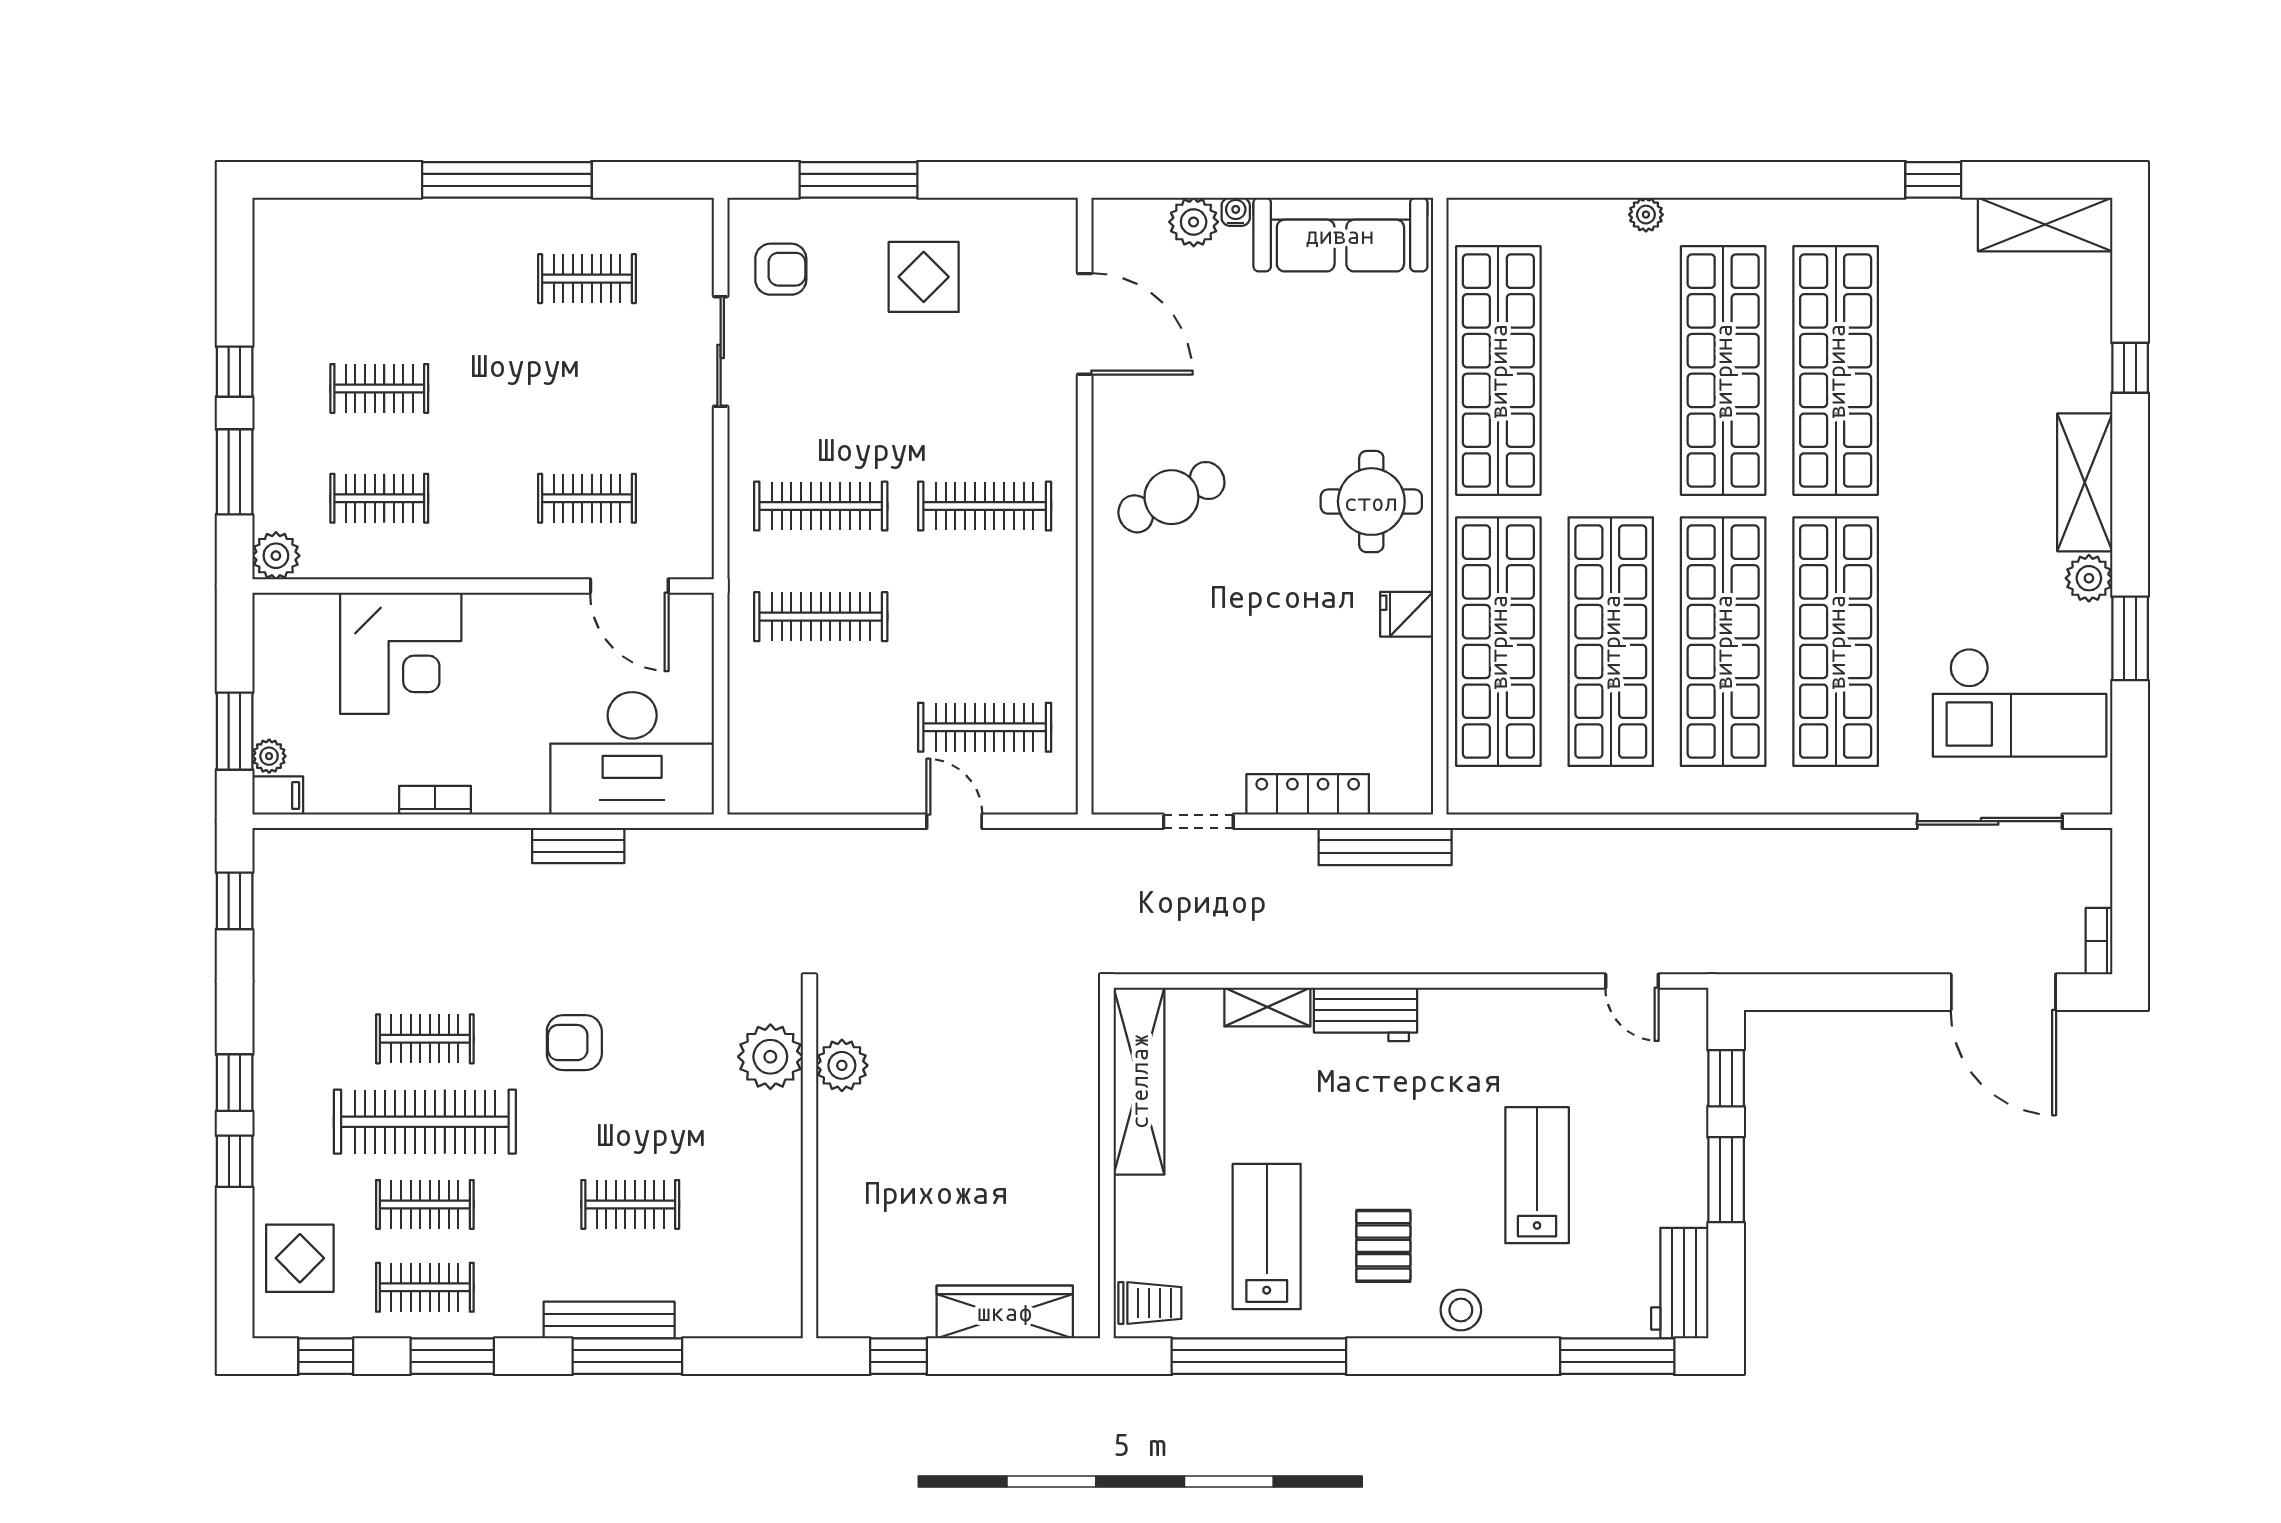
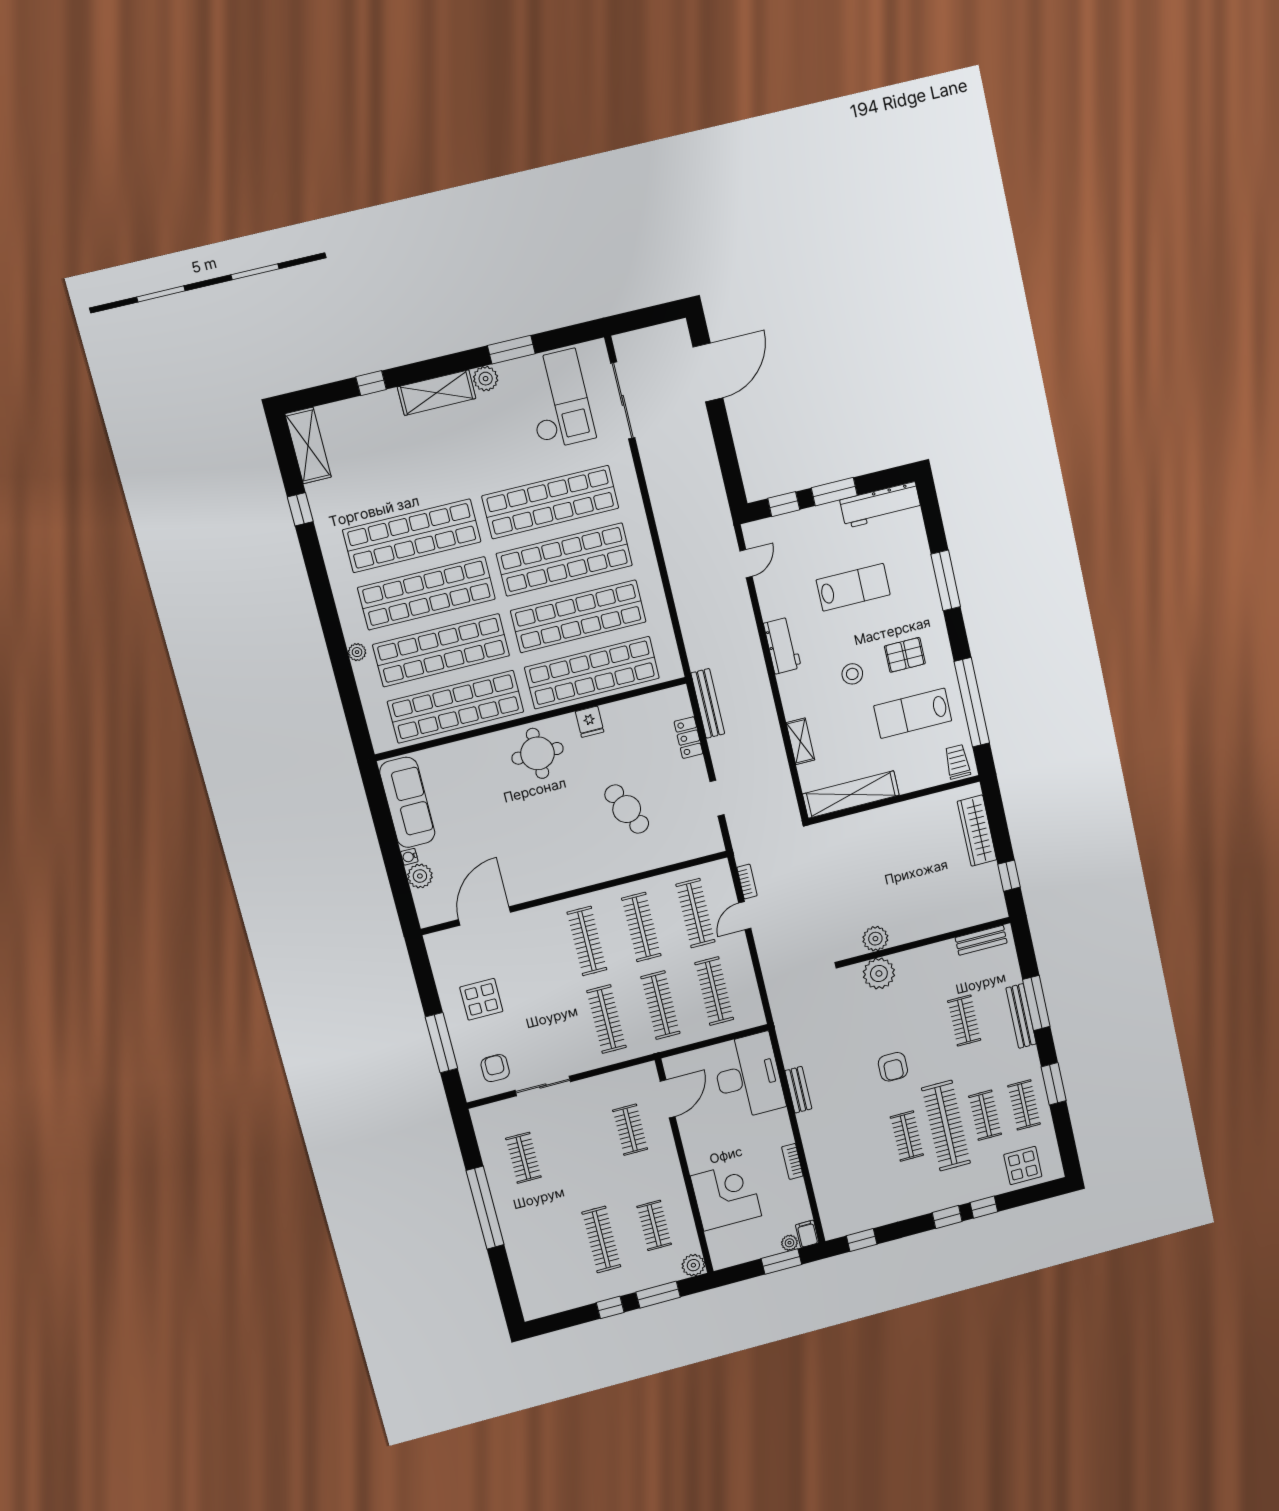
shop shelf: (1611, 371) -> (441, 650), added
clothes rail: (379, 388) -> (601, 1239), width x1.36
cafe table: (1171, 497) -> (627, 809), moved
clothes rail: (985, 617) -> (641, 927), added
clothes rail: (821, 727) -> (714, 991), added
locker: (1308, 794) -> (688, 738), width x0.66
bookcase: (2099, 941) -> (747, 882), moved, turned -90
workbench: (1366, 1014) -> (782, 646), moved
lab bench: (1537, 1175) -> (853, 587), turned 180
bench: (784, 1273) -> (981, 940), added
workbench: (1680, 1283) -> (881, 505), width x1.38
stool: (1461, 1310) -> (852, 674), moved
window: (326, 1356) -> (1066, 1142), removed
window: (1617, 1356) -> (946, 581), moved

